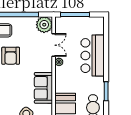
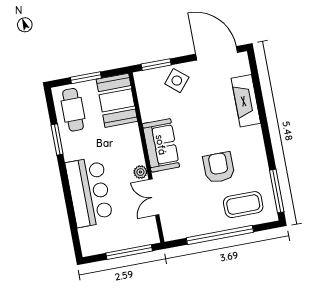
plant: (44, 25) -> (175, 227), removed
sofa: (43, 88) -> (161, 145), moved

